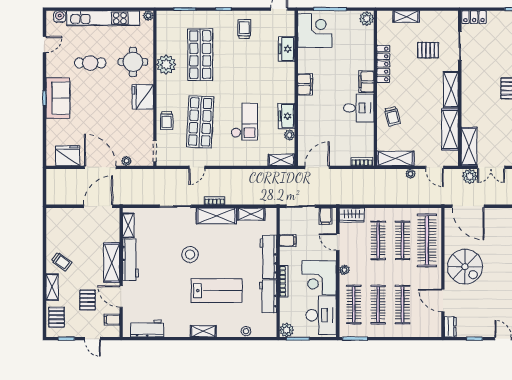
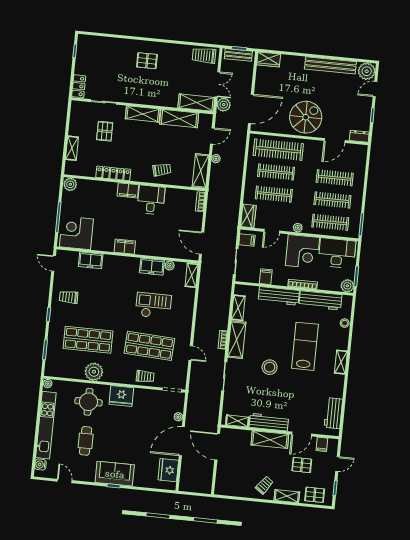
workbench: (268, 296) -> (320, 300), width x1.38

